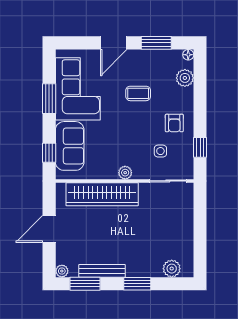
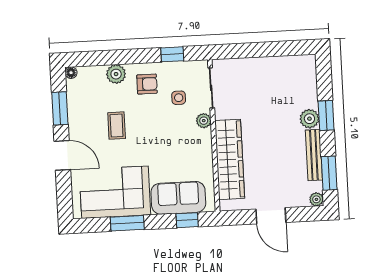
plant: (185, 78) -> (116, 74), moved
plant: (125, 173) -> (204, 121), moved
plant: (172, 269) -> (309, 119), moved

